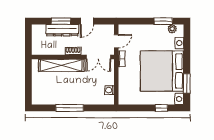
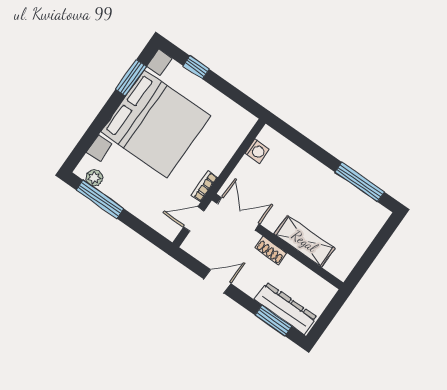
window: (61, 21) -> (273, 321), moved
window: (163, 21) -> (100, 199), width x1.44
dresser: (62, 30) -> (286, 309), moved
shelving: (61, 65) -> (304, 241), width x0.68
window: (70, 108) -> (360, 182), moved

